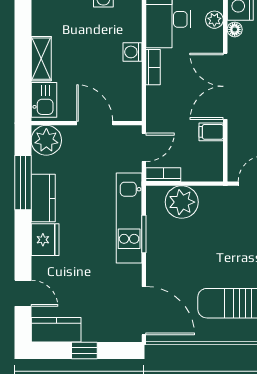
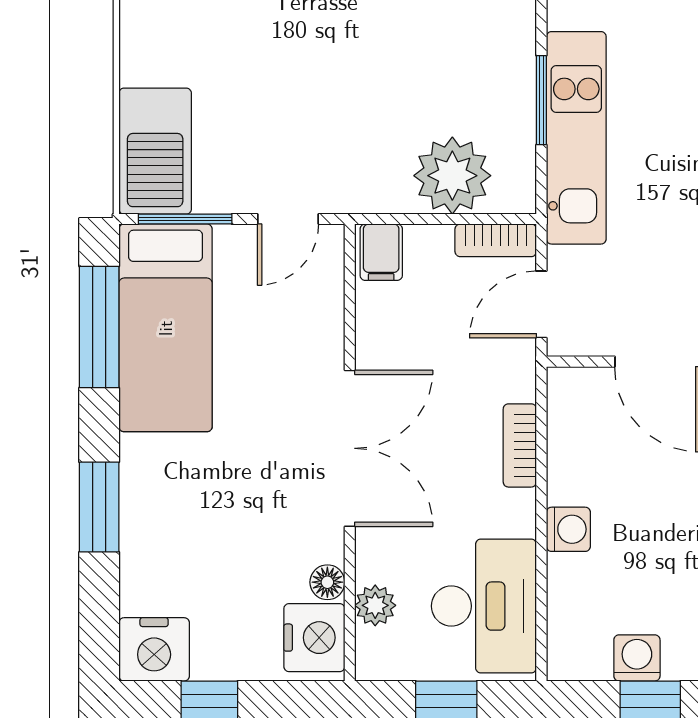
bookcase: (153, 67) -> (520, 445), moved
filing cabinet: (211, 132) -> (381, 252), moved, turned 90

